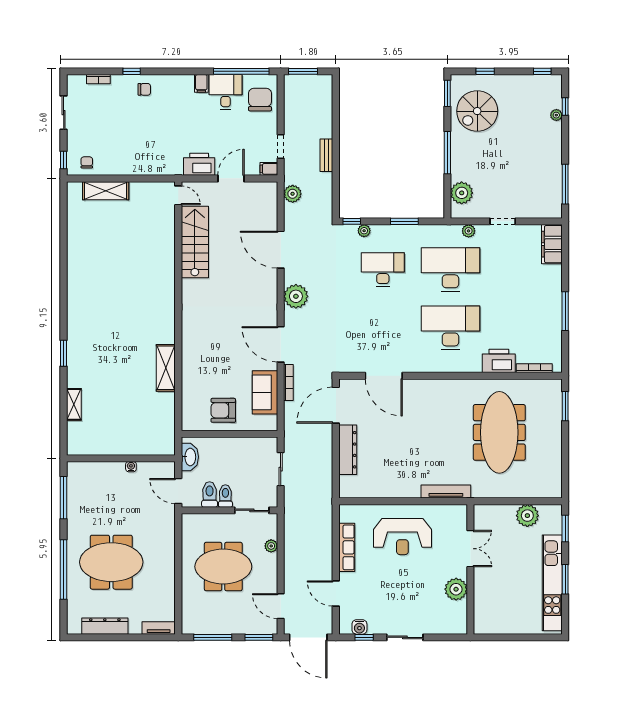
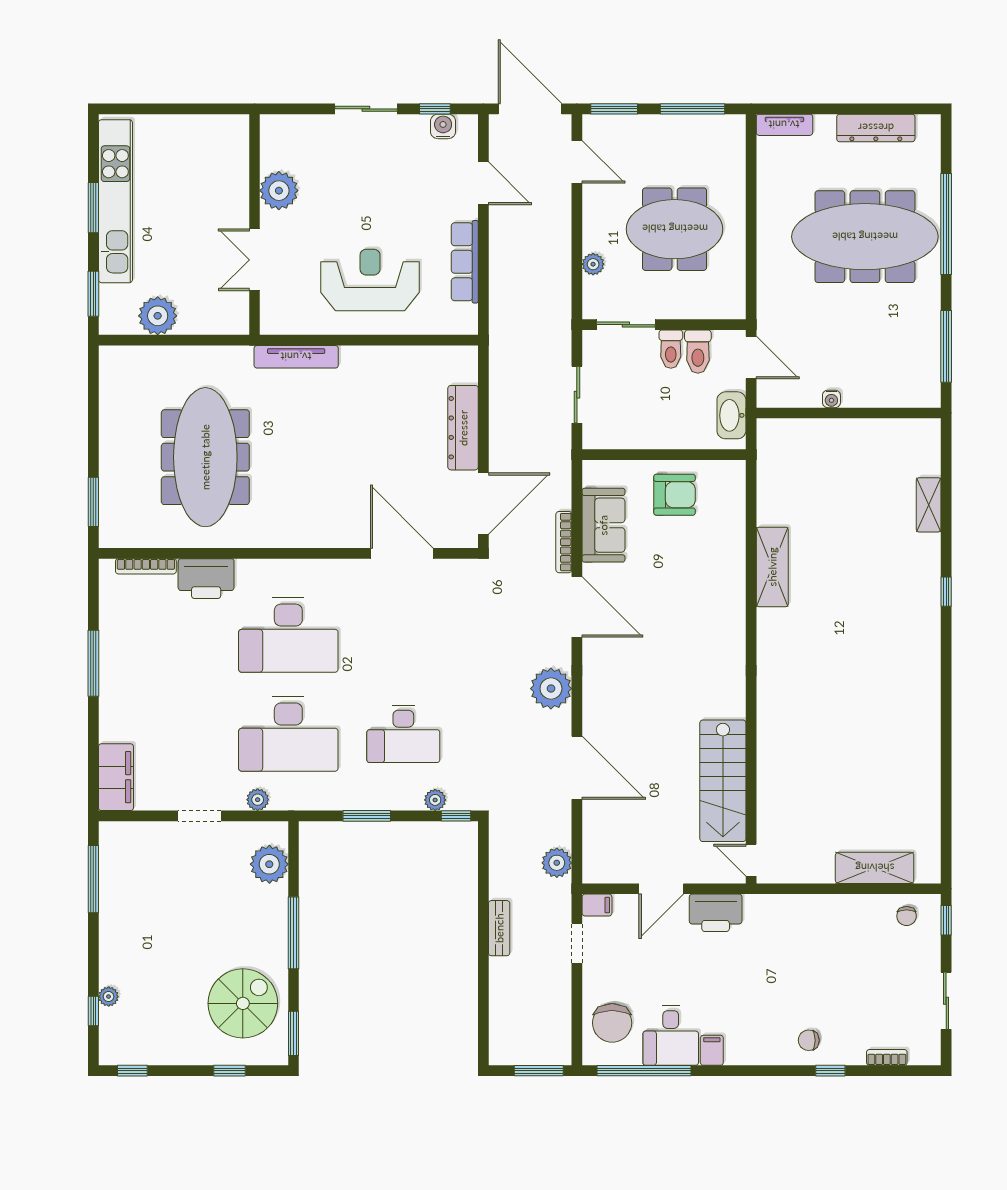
window: (64, 353) -> (946, 592), width x0.67
meeting table: (111, 562) -> (865, 237), width x1.36

